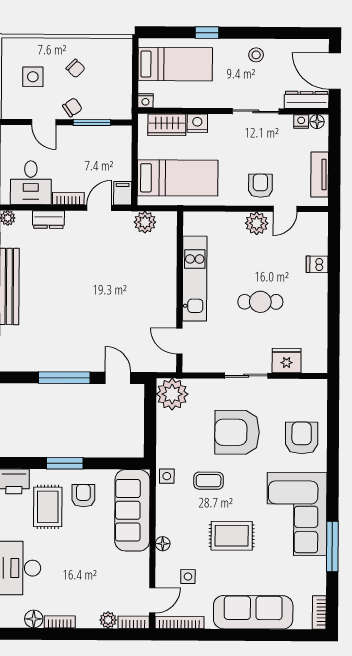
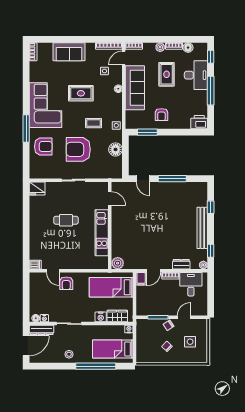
window: (207, 33) -> (96, 366), width x3.17
door: (335, 71) -> (26, 346), hinge flipped
door: (44, 122) -> (184, 317), hinge flipped
tv unit: (320, 175) -> (34, 289), removed
door: (285, 209) -> (53, 271), swing flipped
plant: (145, 222) -> (118, 263), moved
plant: (257, 223) -> (68, 263), removed
dishwasher: (317, 264) -> (35, 265), moved
fridge: (287, 361) -> (37, 188), moved
plant: (172, 394) -> (114, 170), removed
floor lamp: (168, 432) -> (116, 149), added
armchair: (237, 432) -> (78, 149), turned 180
armchair: (302, 438) -> (43, 147), turned -90
window: (65, 463) -> (147, 132), moved
rug: (48, 507) -> (167, 74), moved
sofa: (132, 510) -> (135, 88), moved
window: (332, 547) -> (26, 129), moved
sofa: (253, 612) -> (69, 52), width x0.73
plant: (108, 620) -> (160, 47), moved

